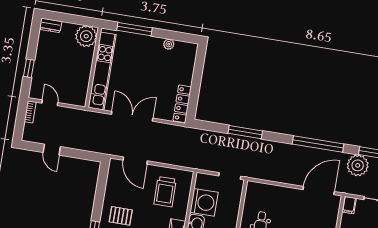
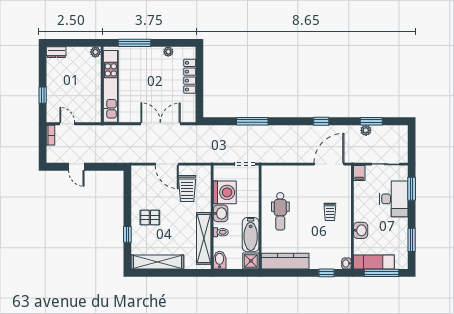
plant: (86, 36) -> (95, 52), width x0.53, depth x0.53
locker: (182, 104) -> (190, 76), moved
double door: (132, 116) -> (160, 124), moved
window: (318, 144) -> (321, 121), width x0.32
door: (135, 161) -> (167, 164), moved
plant: (358, 165) -> (366, 130), width x0.53, depth x0.53

